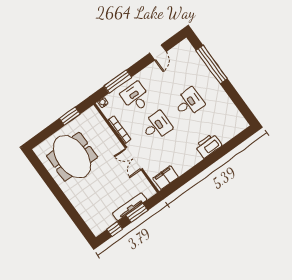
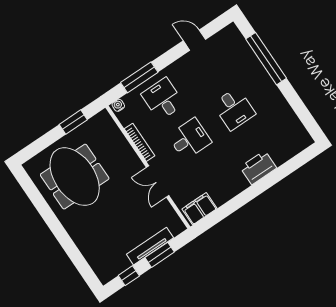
door: (158, 52) -> (194, 40), swing flipped
desk: (189, 103) -> (234, 109), turned 90

